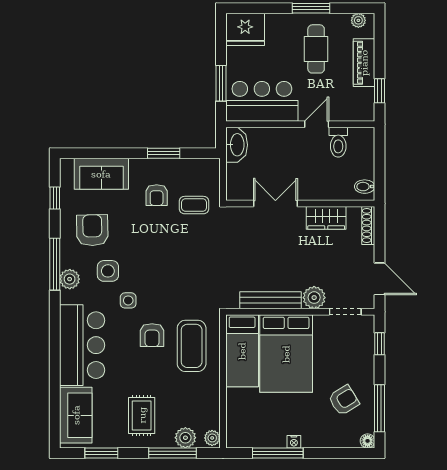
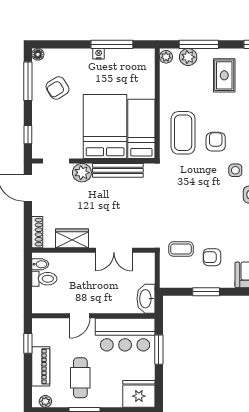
toilet: (338, 142) -> (44, 279), moved, turned 90
armchair: (157, 195) -> (212, 257), turned -90

